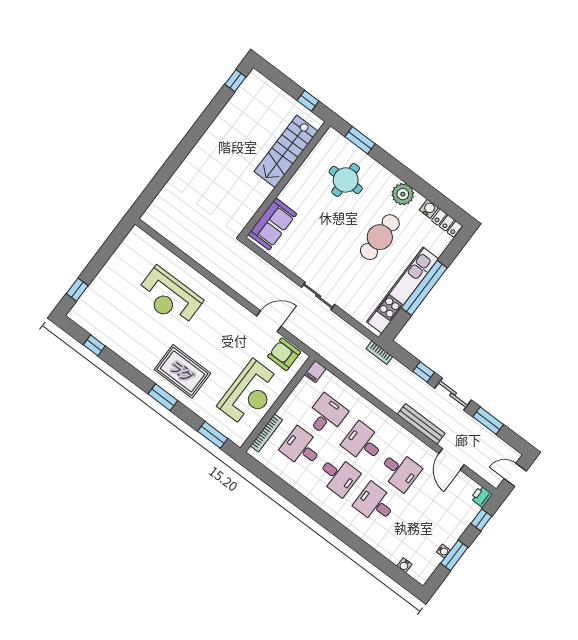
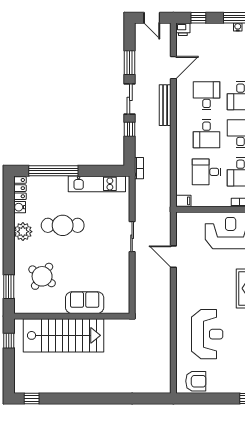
stairs: (286, 151) -> (64, 335), width x1.36, depth x1.51
round table: (346, 180) -> (42, 276), turned 36
sofa: (272, 224) -> (85, 303), moved
window: (424, 288) -> (53, 171), moved
kitchen unit: (402, 290) -> (97, 184), width x0.73
armchair: (284, 354) -> (196, 381), moved, turned -90

